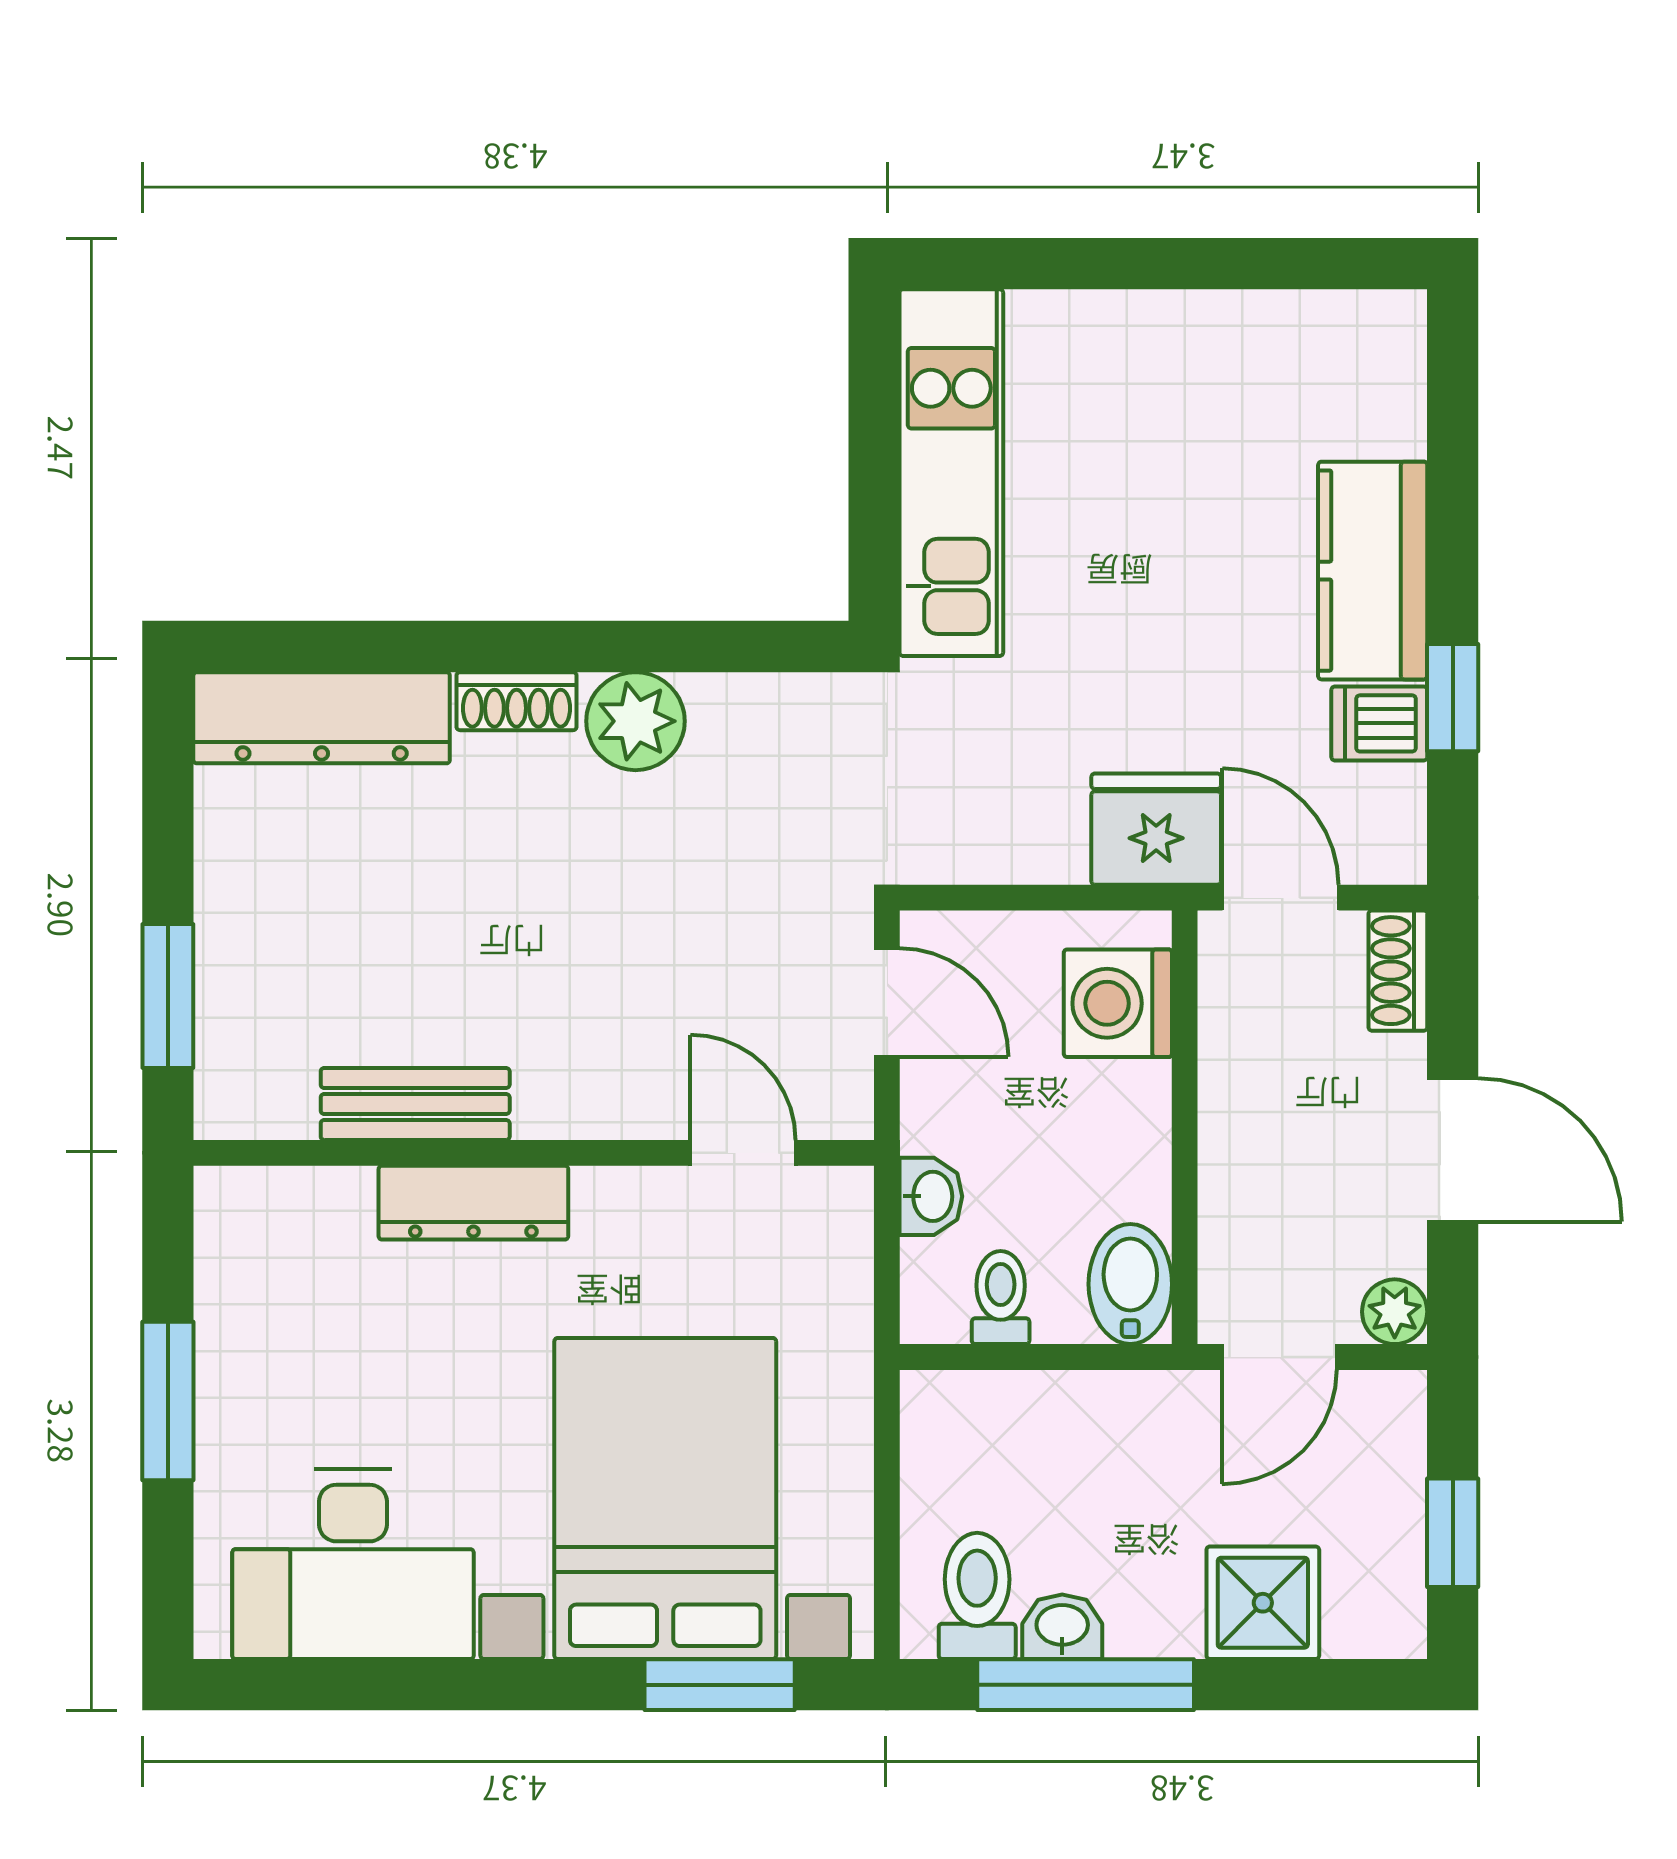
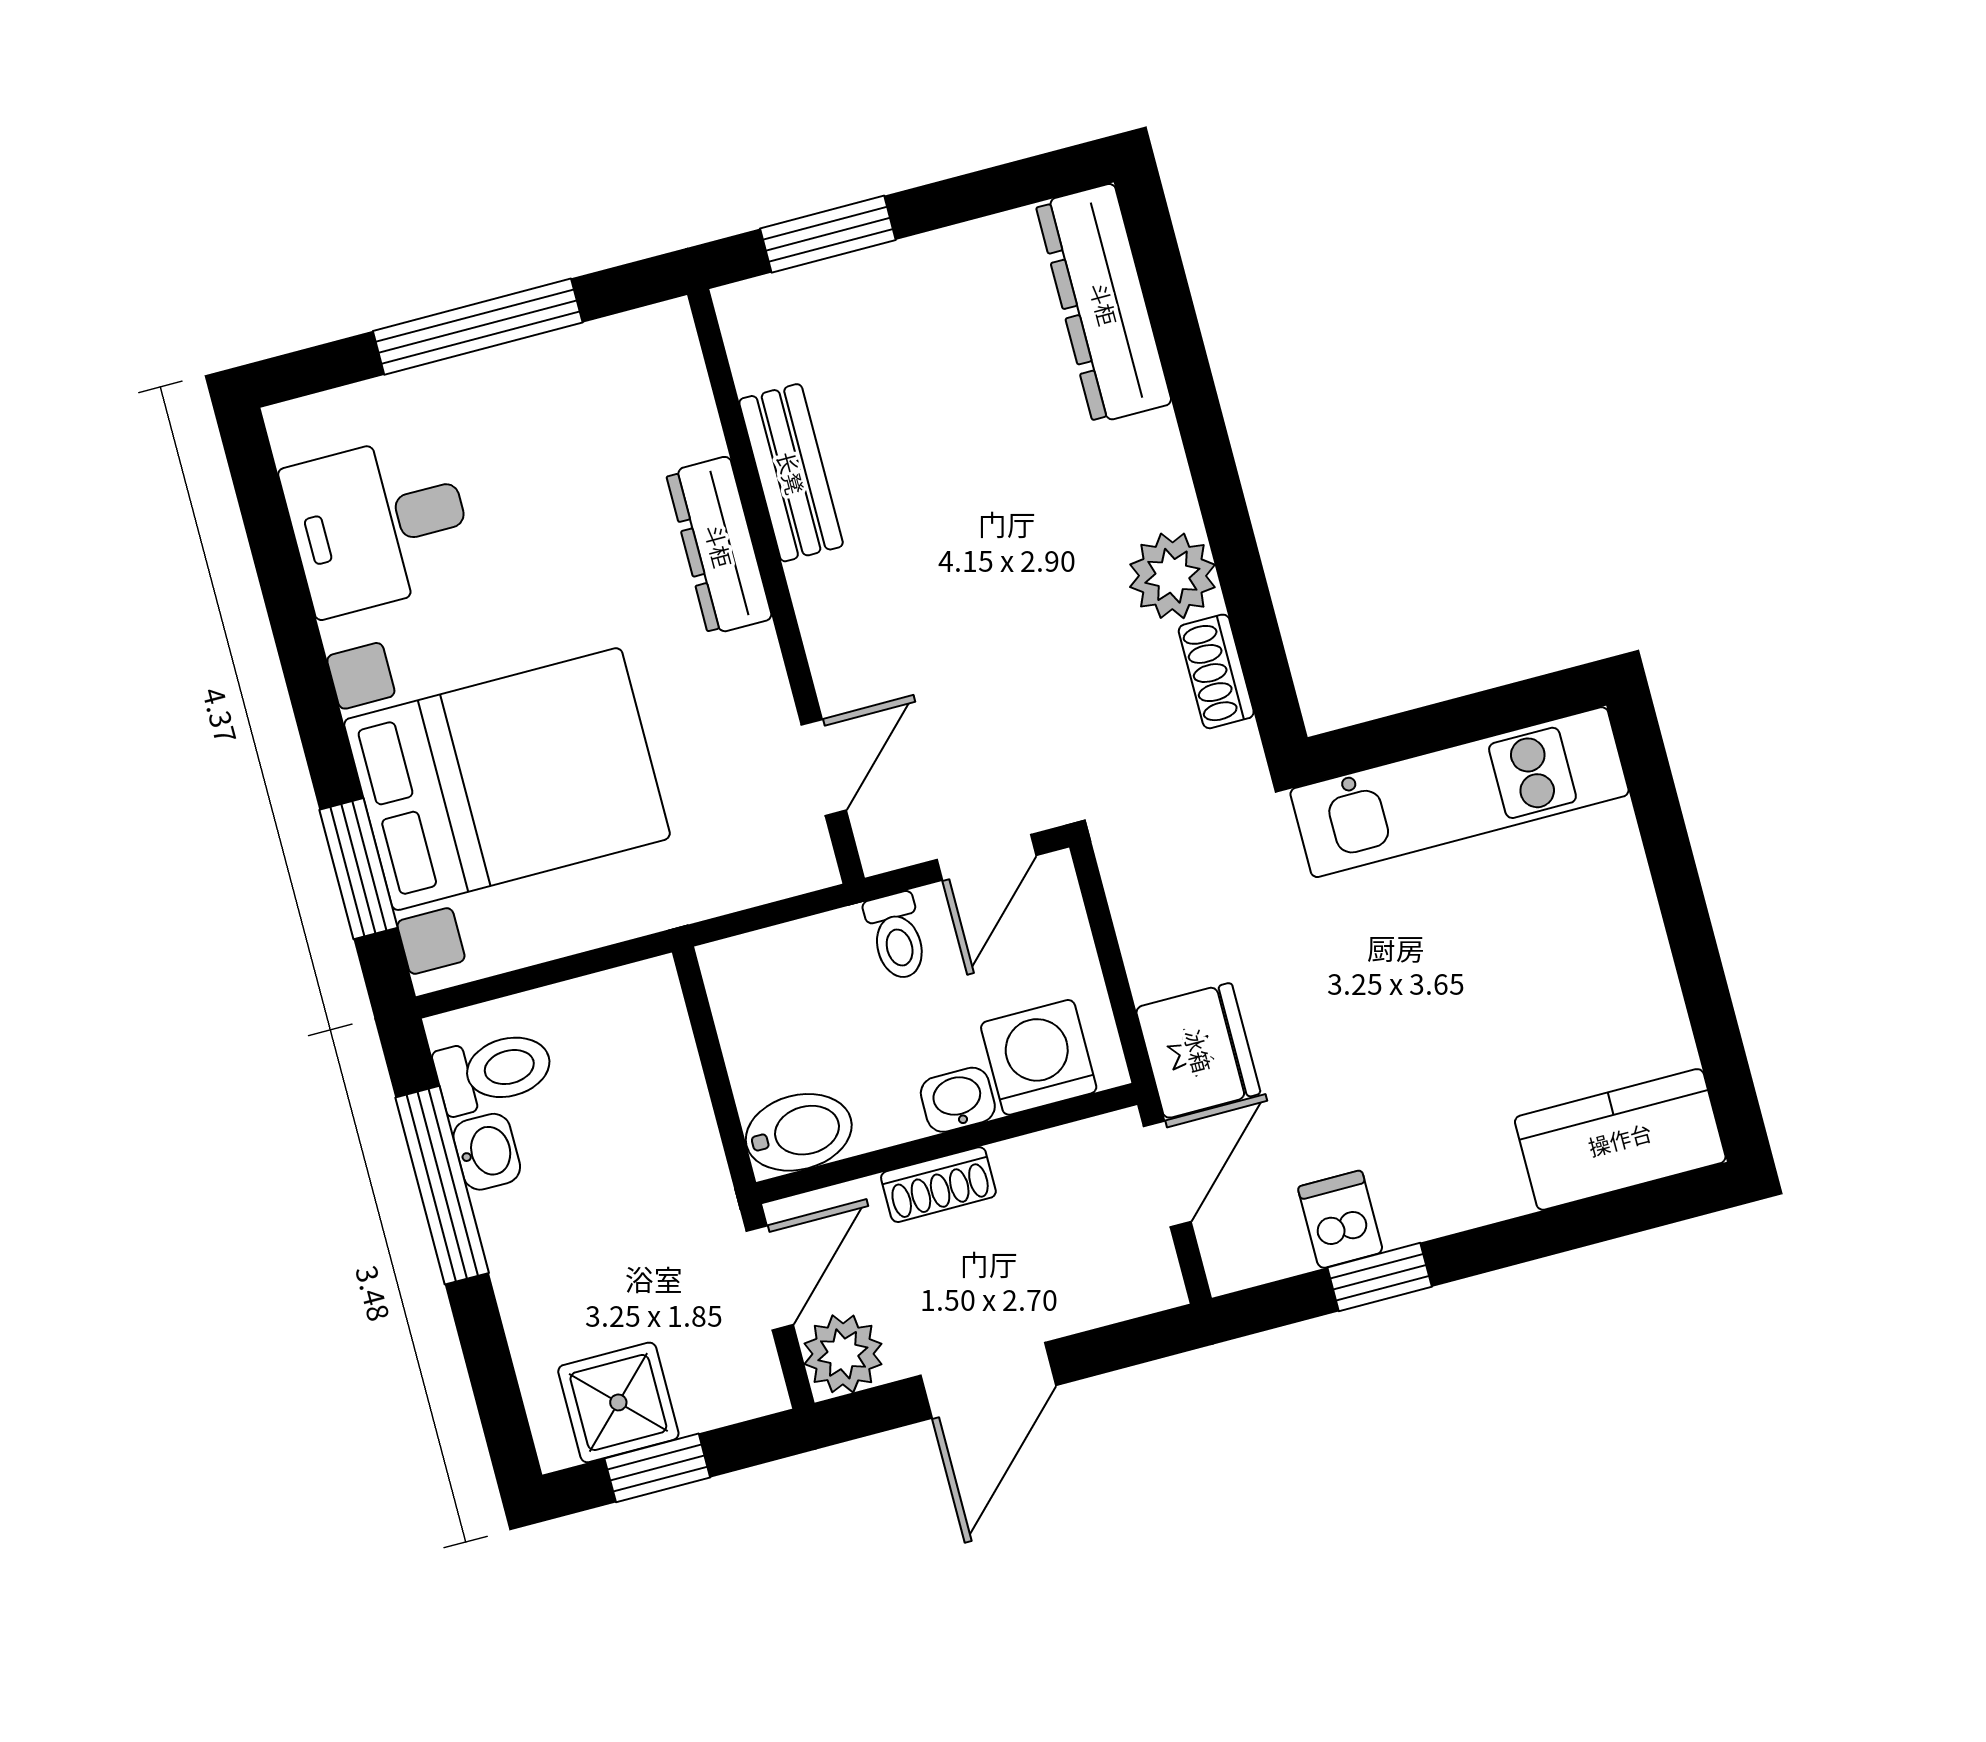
kitchen counter: (1373, 571) -> (1620, 1139), moved
shoe rack: (517, 701) -> (1216, 671), moved
shoe rack: (1398, 971) -> (938, 1185), moved, turned 180
washbasin: (931, 1196) -> (958, 1100), moved, turned 180
toilet: (1001, 1298) -> (897, 936), moved, turned 90
plant: (1395, 1312) -> (843, 1354), width x1.38, depth x1.38
door: (1279, 1357) -> (770, 1278), swing flipped
window: (168, 1401) -> (478, 327), width x1.44
desk: (353, 1564) -> (379, 524), width x0.73
shower: (1263, 1603) -> (618, 1402), moved

